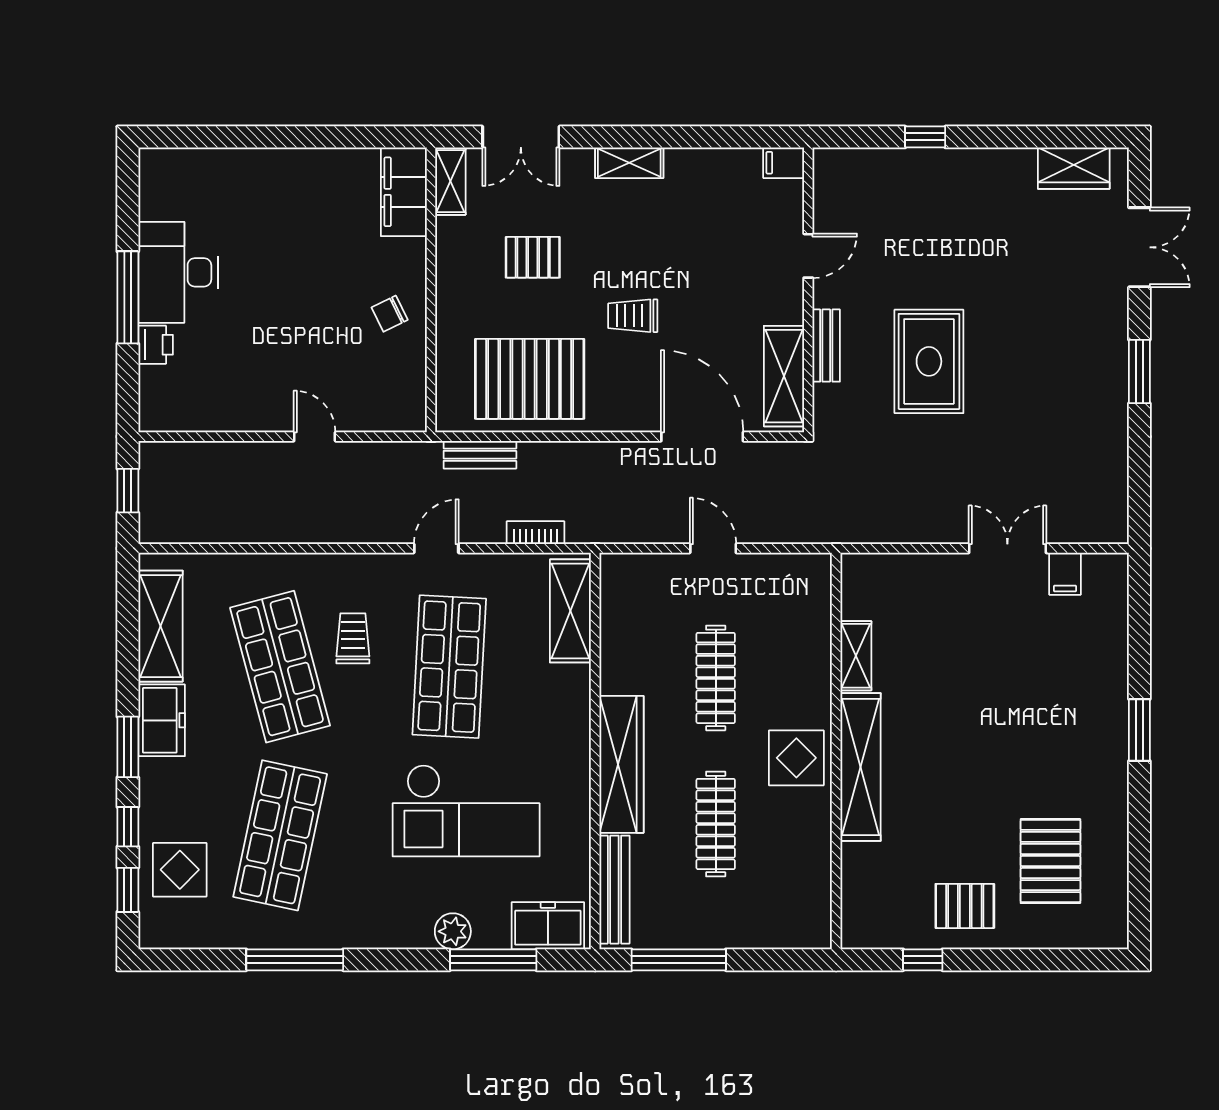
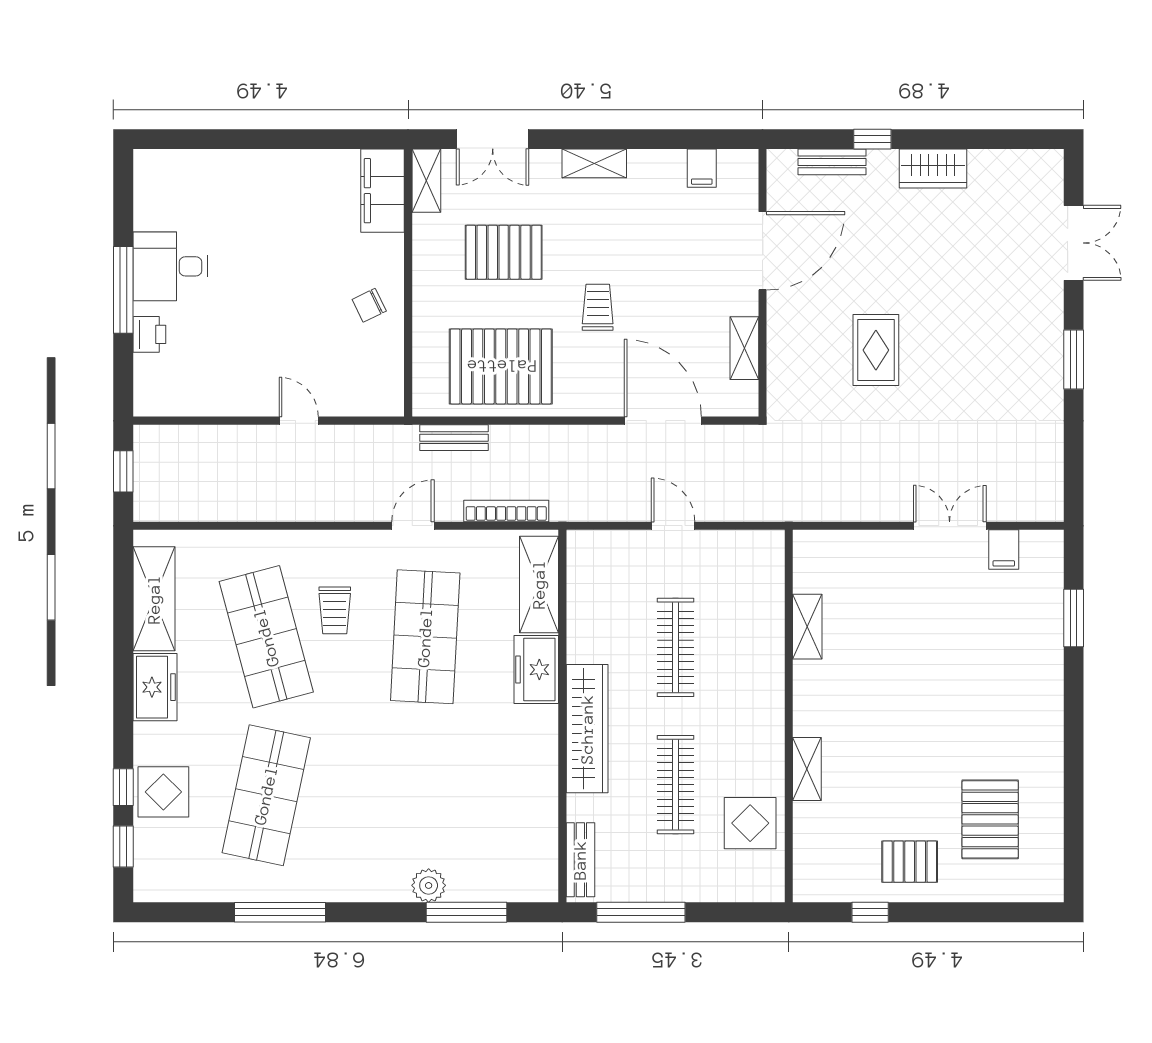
filing cabinet: (784, 163) -> (702, 168), moved, turned -90
wardrobe: (1074, 168) -> (933, 168), moved
door: (808, 256) -> (763, 251), width x1.87
pallet: (533, 257) -> (504, 252), width x1.50, depth x1.42
desk: (178, 272) -> (170, 266), width x0.73
trolley: (633, 316) -> (598, 307), turned 90
bench: (826, 346) -> (832, 162), moved, turned 90
rug: (929, 361) -> (876, 350), width x0.73, depth x0.70
shelving: (784, 376) -> (744, 348), width x0.67, depth x0.75
bookcase: (535, 533) -> (506, 511), width x1.56
trolley: (353, 638) -> (335, 610), turned 180
window: (1139, 730) -> (1074, 618), moved
window: (128, 747) -> (123, 712), removed
display table: (796, 758) -> (750, 823), moved
shelving: (861, 767) -> (807, 769), width x0.45, depth x0.75
checkout: (466, 811) -> (441, 772), removed
display table: (180, 870) -> (163, 792), moved
bench: (614, 890) -> (580, 860), width x0.73
freezer: (548, 926) -> (536, 670), moved, turned -90

